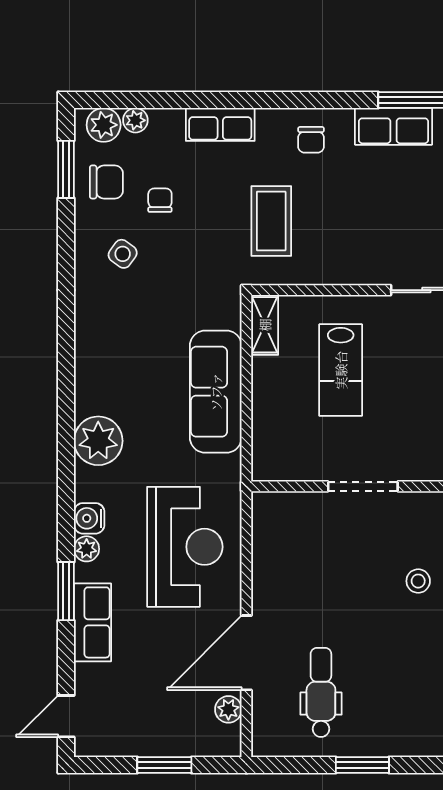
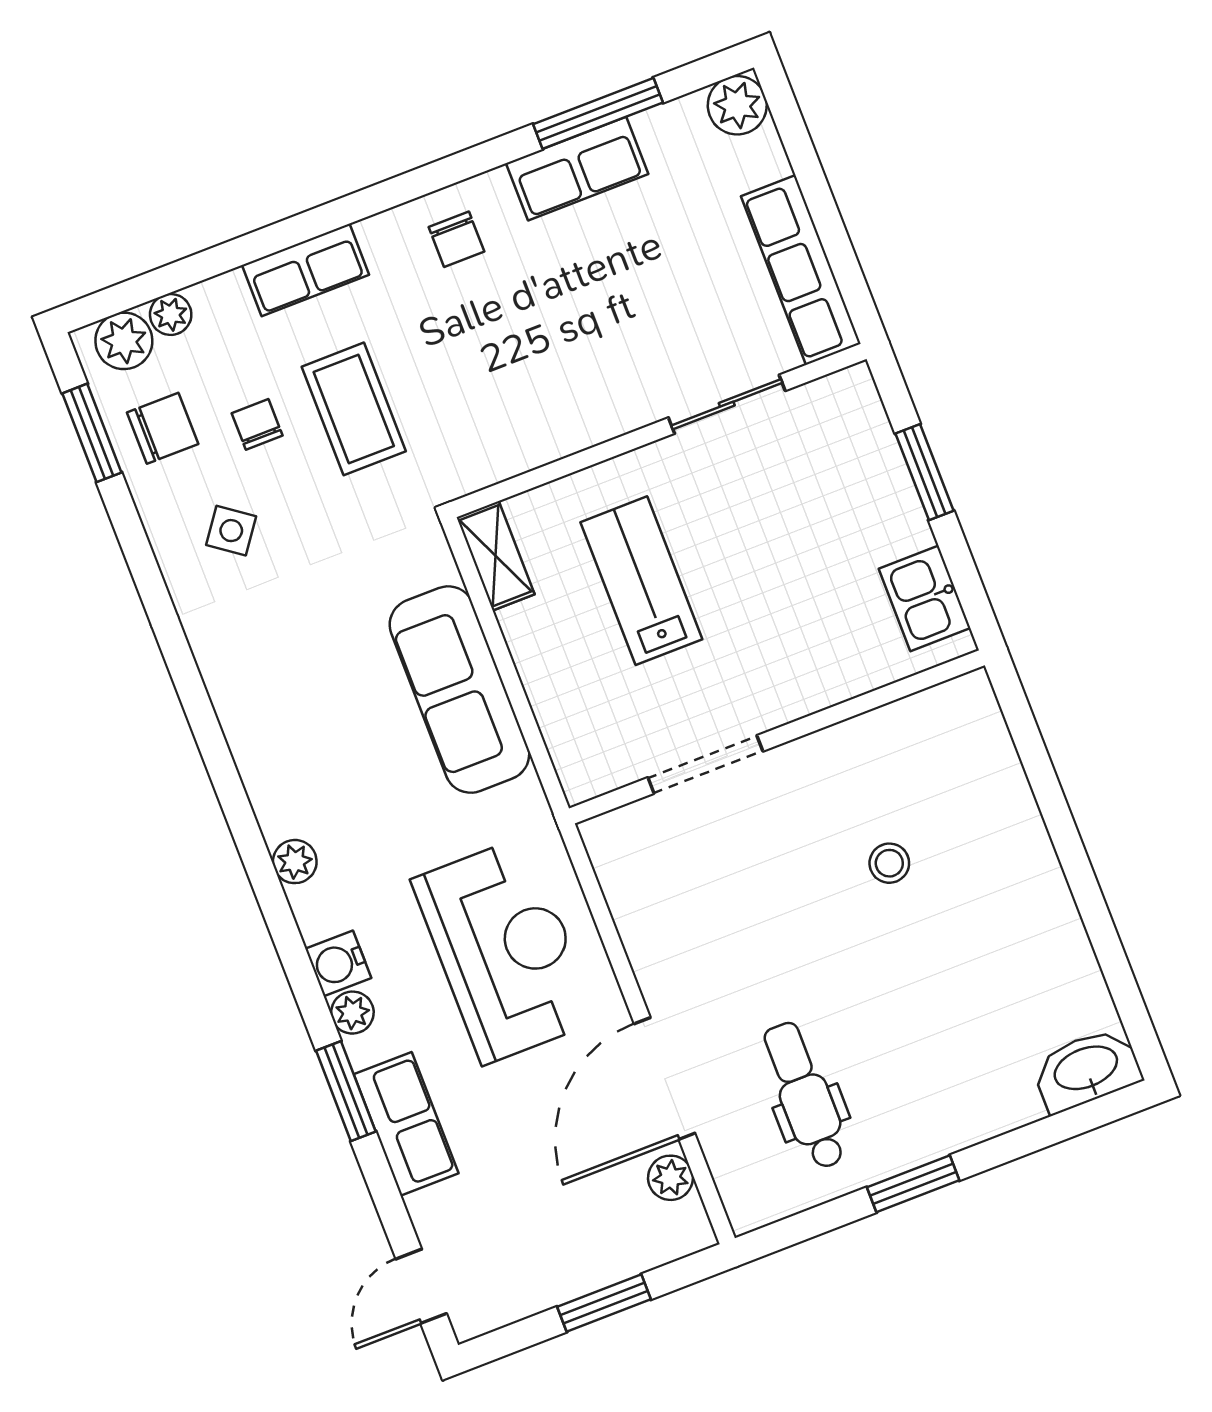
coffee table: (271, 221) -> (354, 409), moved
lab bench: (341, 370) -> (641, 581), turned 180
plant: (98, 441) -> (295, 862), width x0.53, depth x0.53
doorway: (363, 486) -> (705, 764), moved

